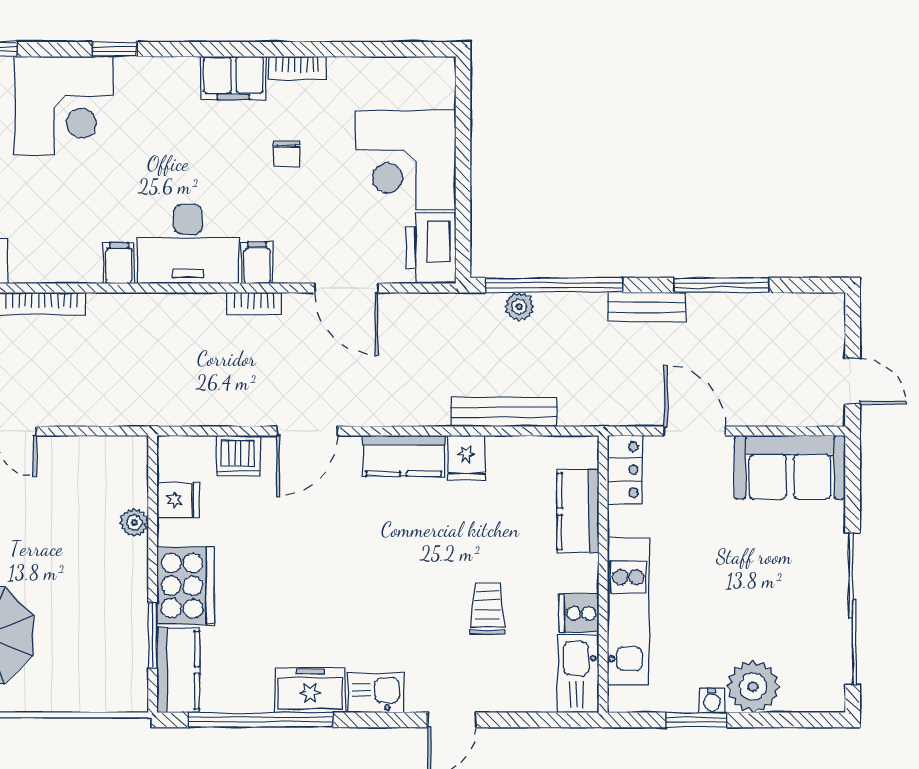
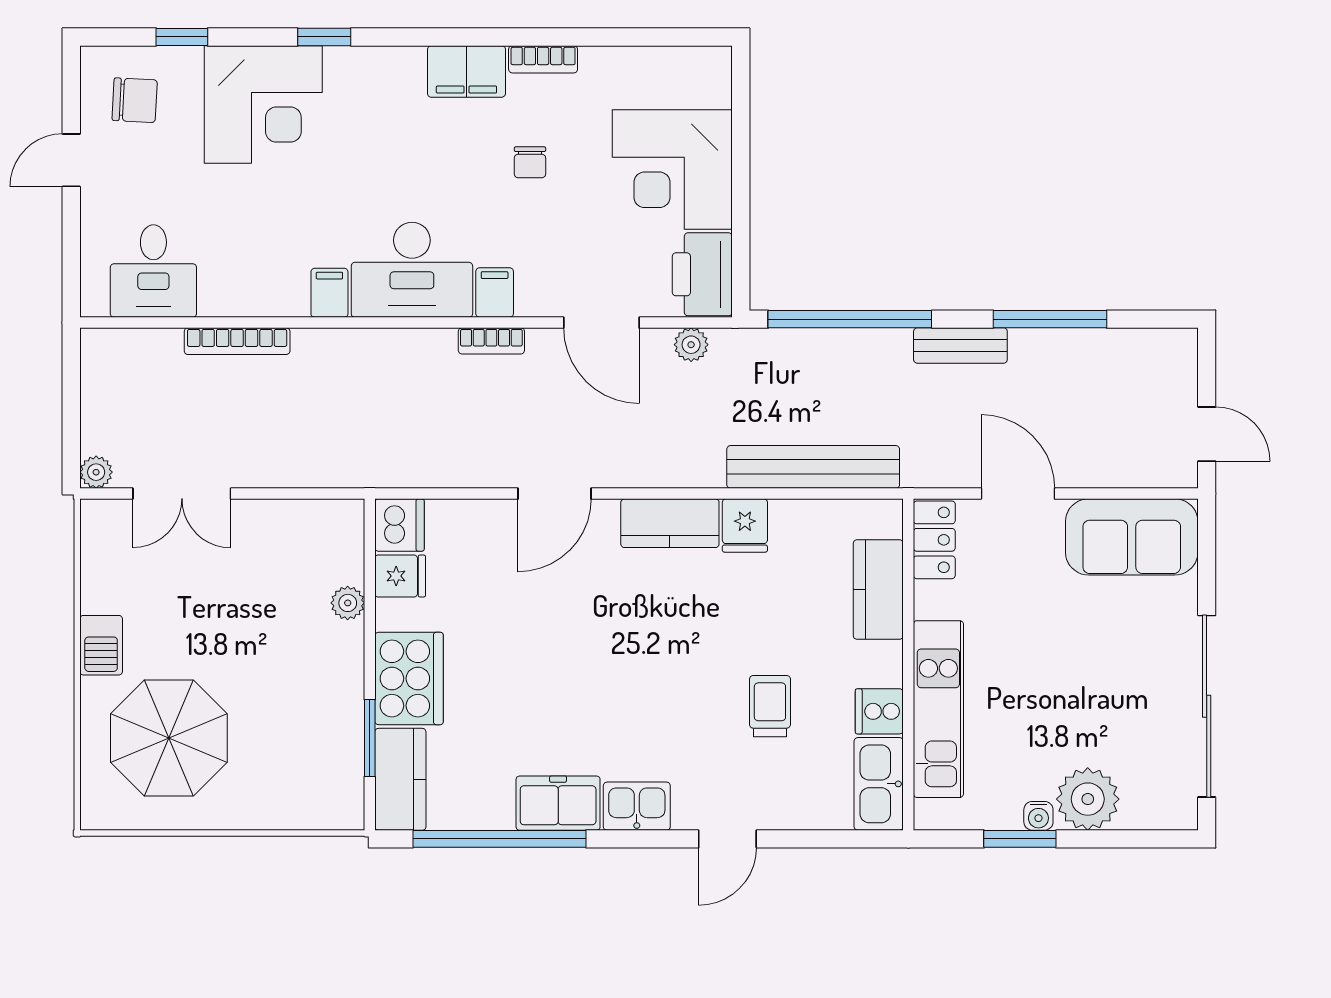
plant: (519, 307) -> (691, 345), moved
bench: (504, 412) -> (813, 467), width x1.37, depth x1.21
dishwasher: (238, 456) -> (399, 525), moved, turned -90

